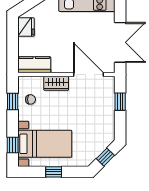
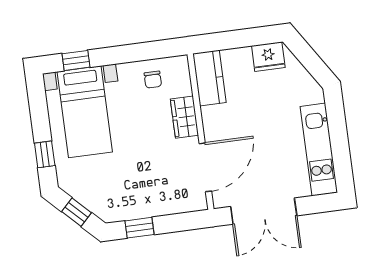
window: (13, 101) -> (146, 51), removed
window: (120, 102) -> (139, 228), moved
window: (54, 172) -> (45, 154), moved

